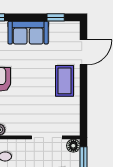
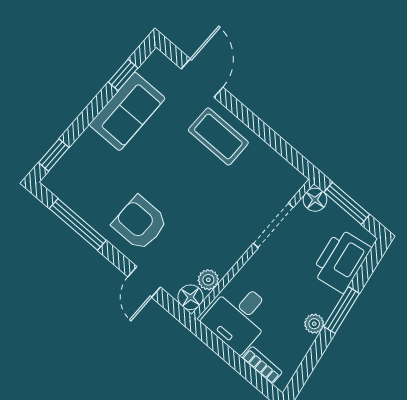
sofa: (28, 33) -> (127, 111), moved

